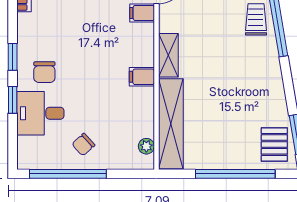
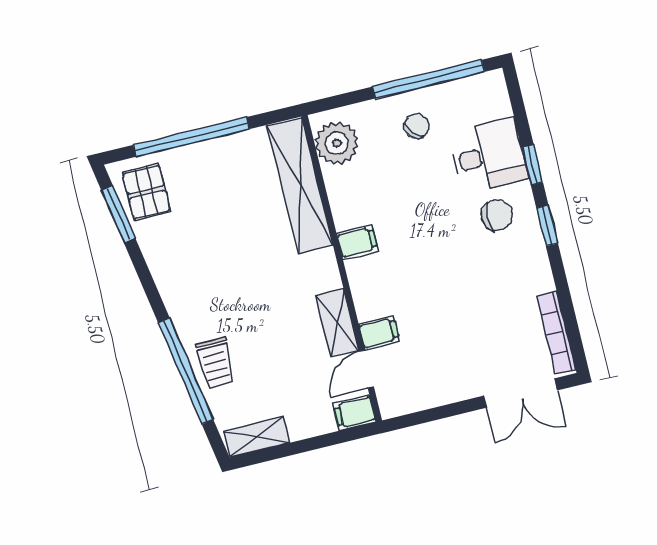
shelving: (168, 55) -> (337, 323), moved
chair: (44, 72) -> (497, 215), turned 90
plant: (146, 146) -> (337, 143), width x1.88, depth x1.88

